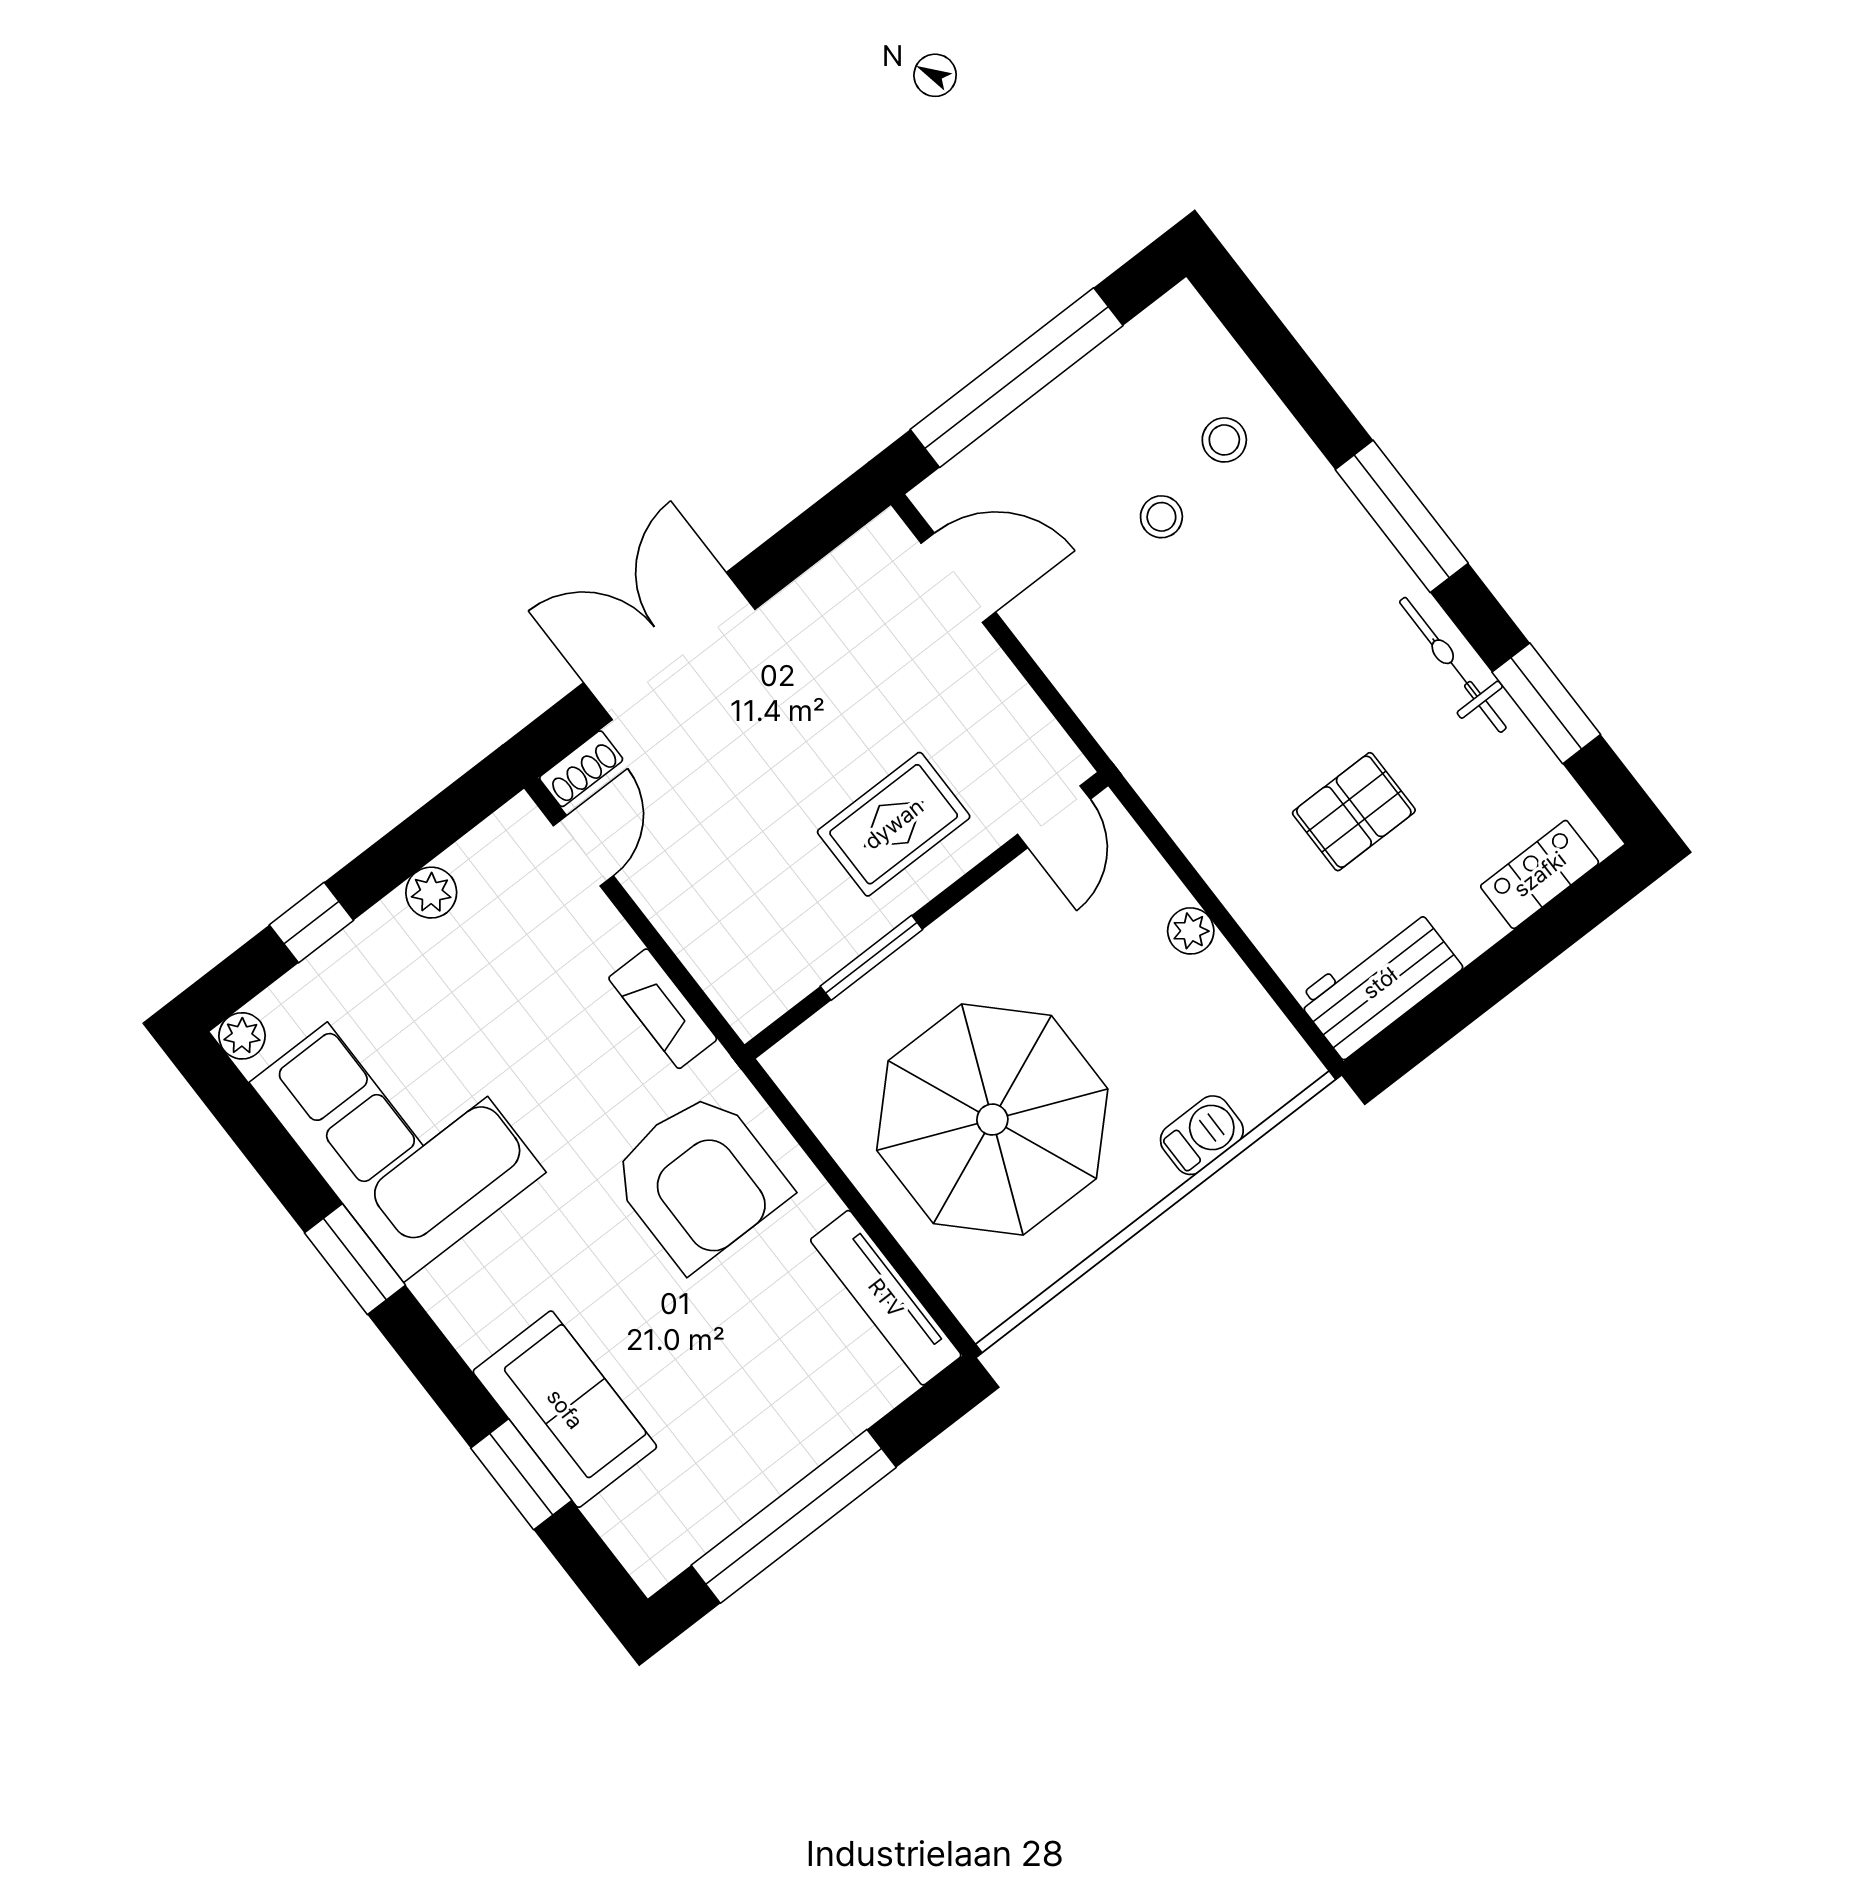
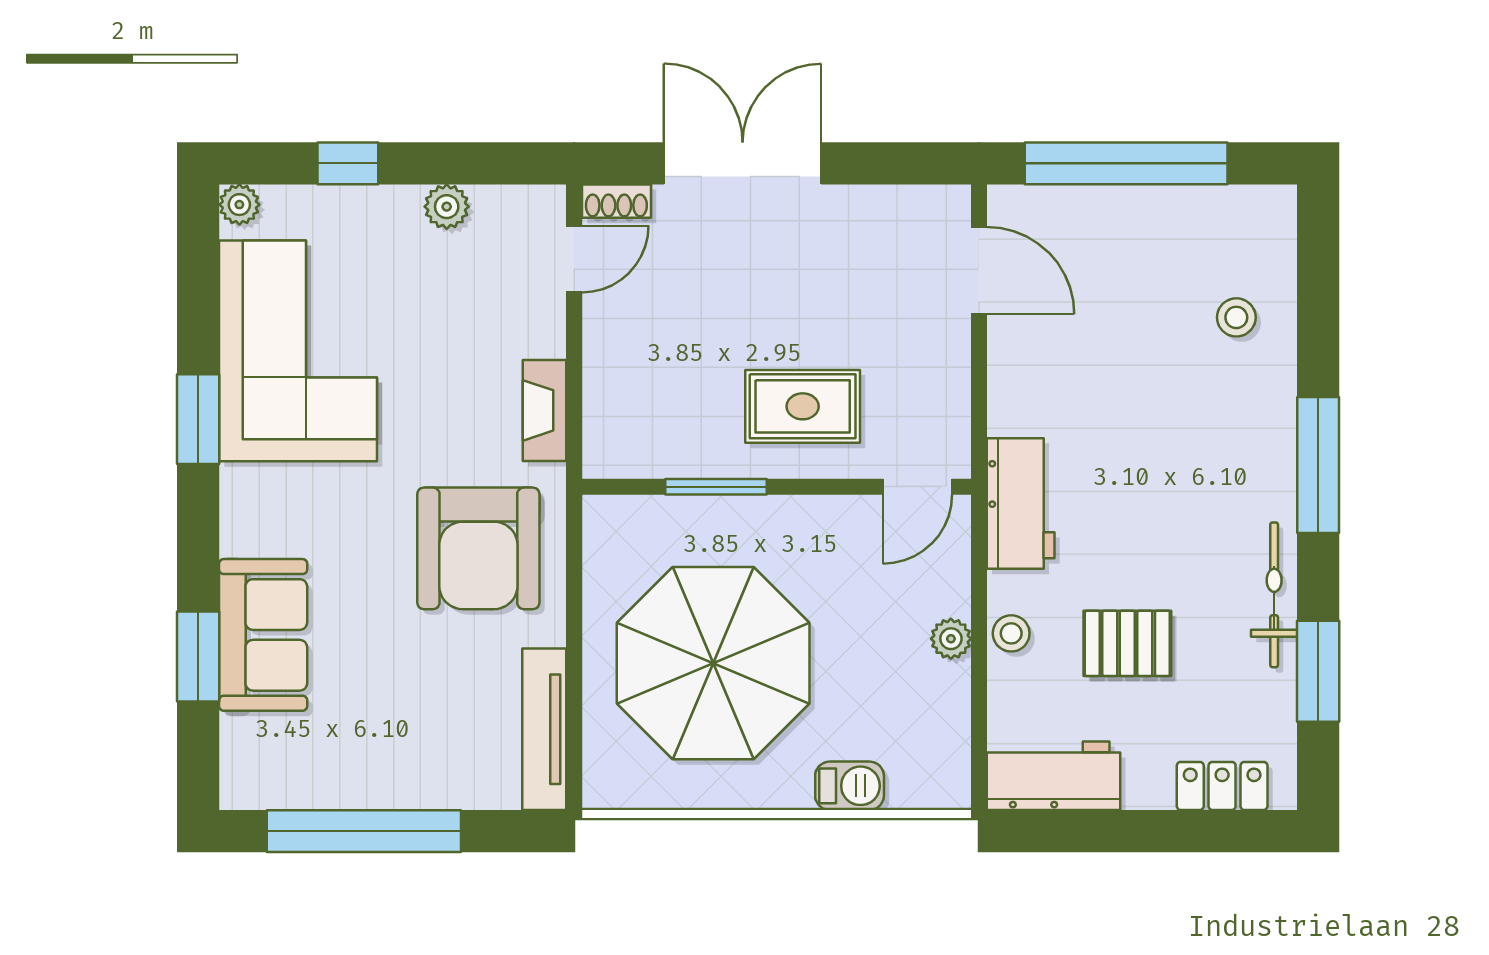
stool: (1161, 517) -> (1011, 633), moved
workbench: (1159, 760) -> (1021, 504), added

